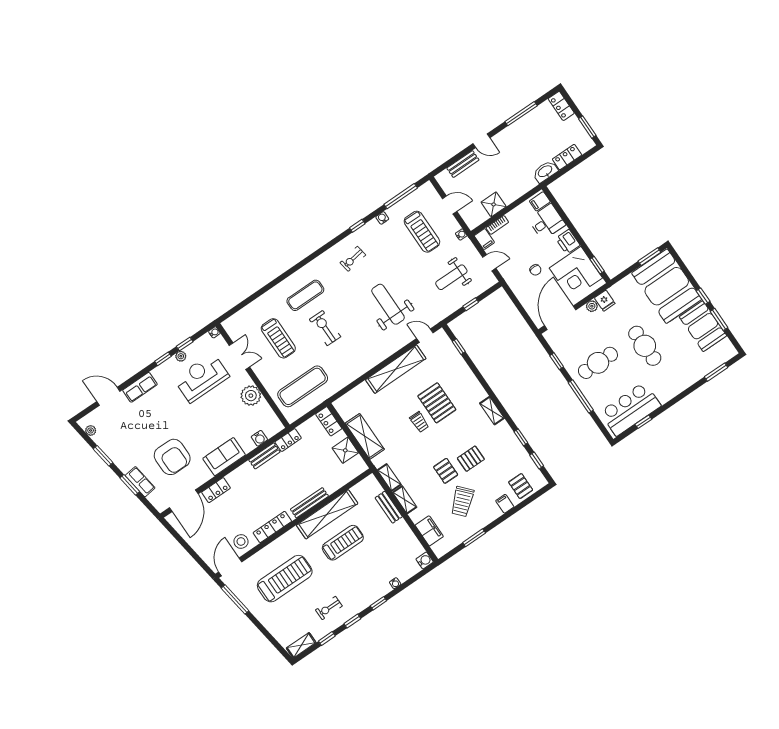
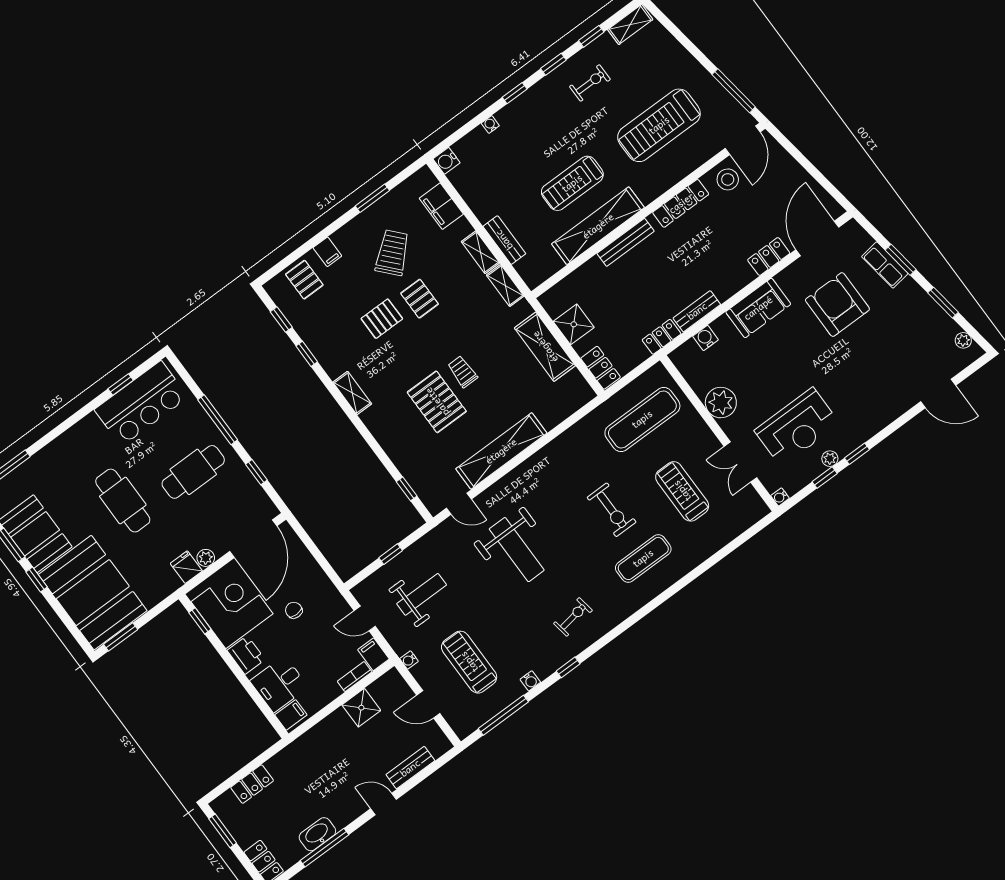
washbasin: (545, 172) -> (317, 834), moved, turned 180
row of seats: (140, 387) -> (891, 409), removed

